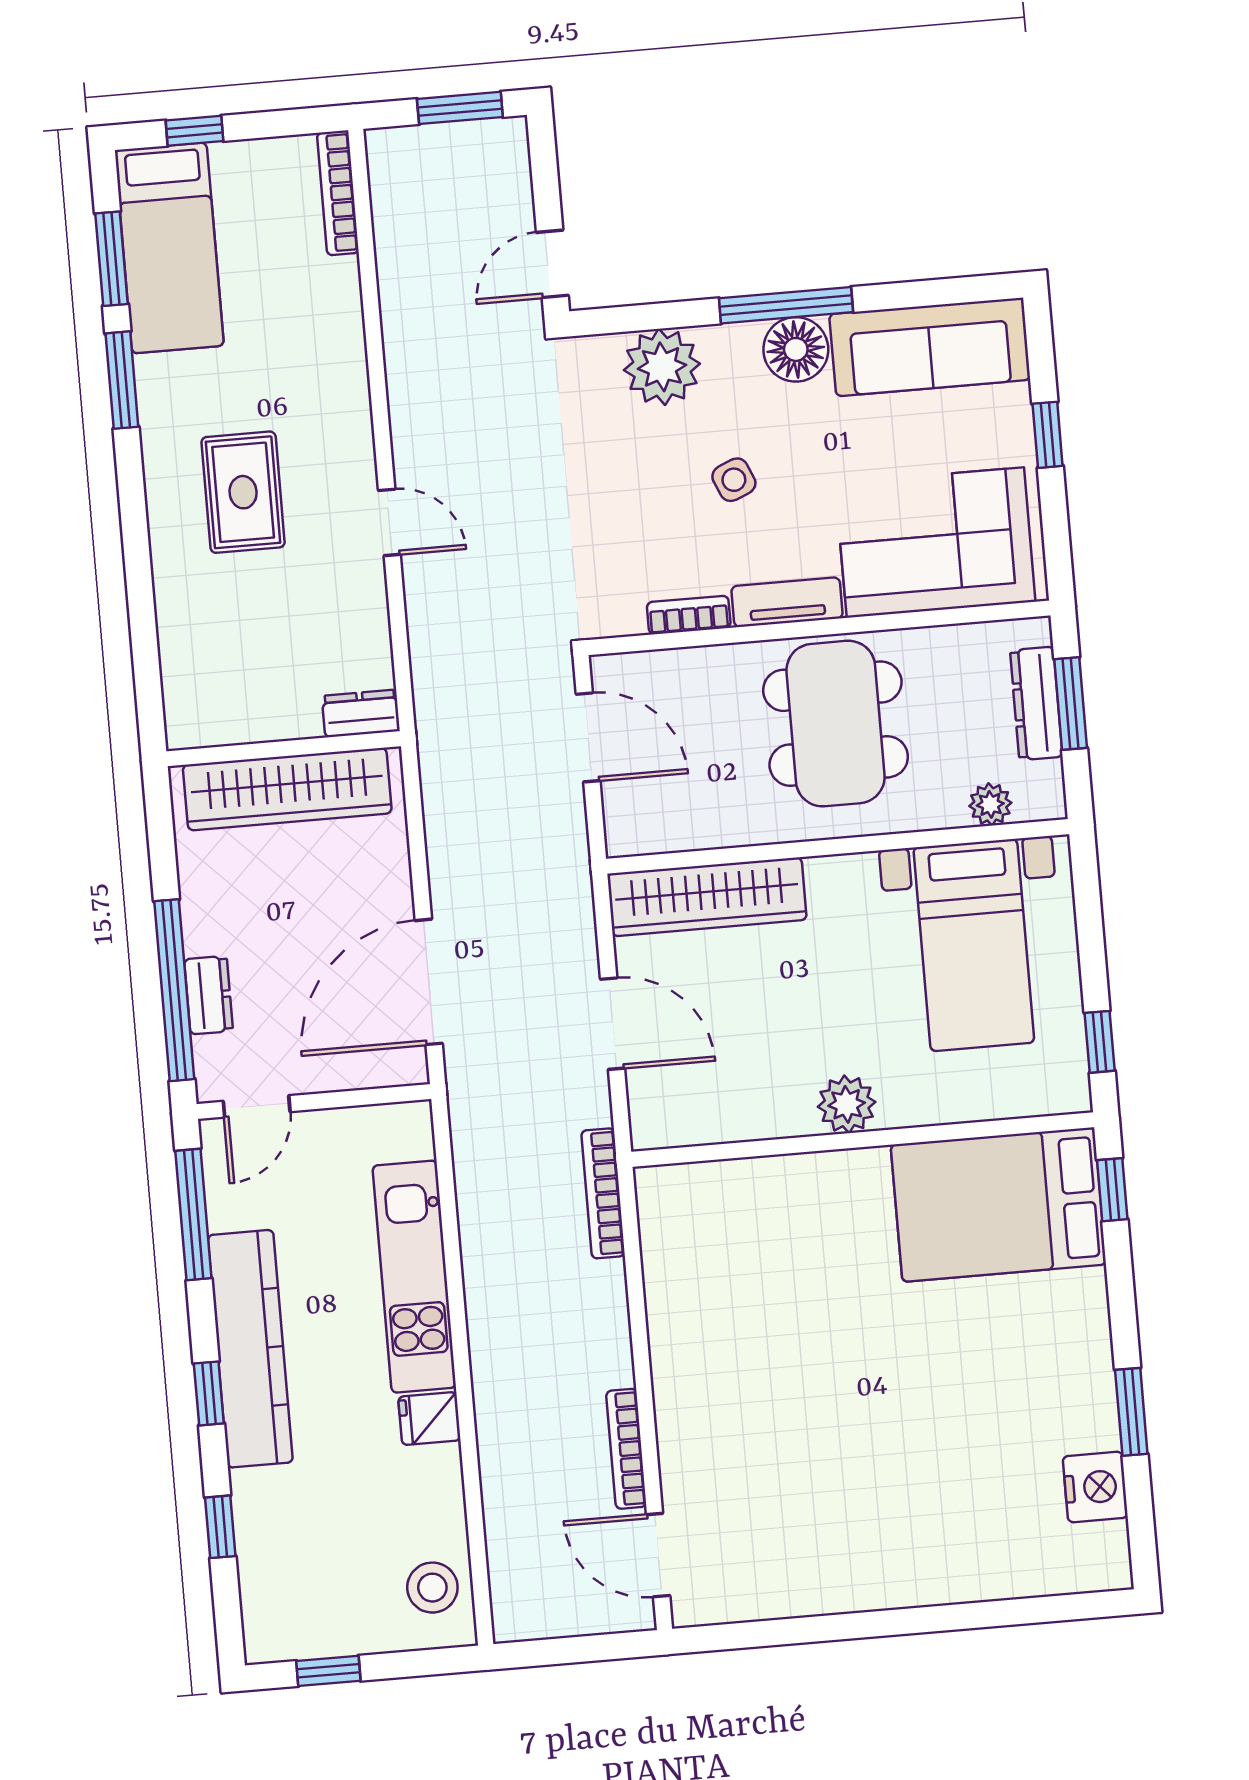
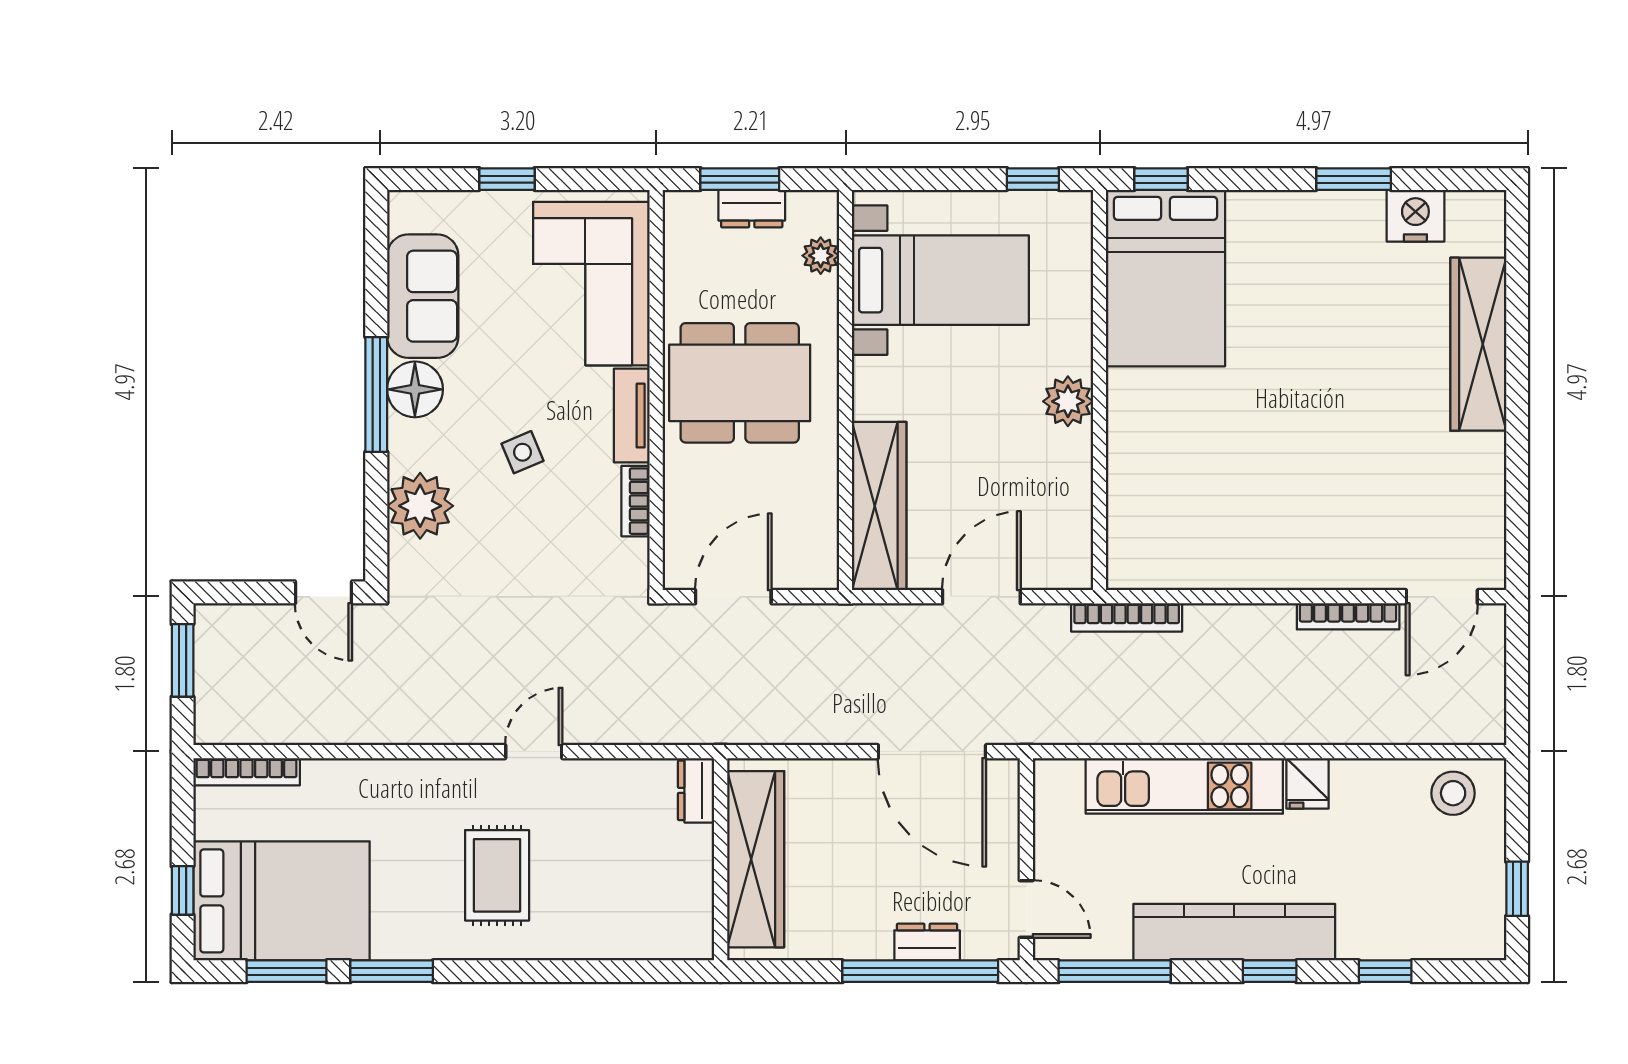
bed: (169, 248) -> (281, 901), width x1.50
sofa: (930, 347) -> (423, 296), width x0.73
rug: (243, 492) -> (497, 875), turned 90
dresser: (1036, 703) -> (752, 209), width x0.70
wardrobe: (953, 1572) -> (1478, 344), added

